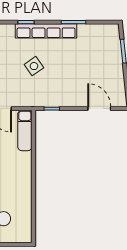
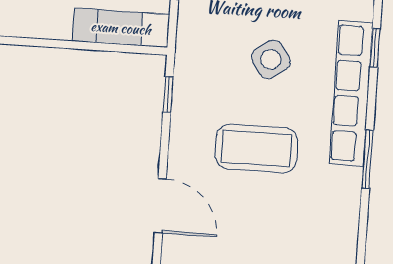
coffee table: (72, 70) -> (256, 148), added
door: (99, 109) -> (160, 206), hinge flipped

